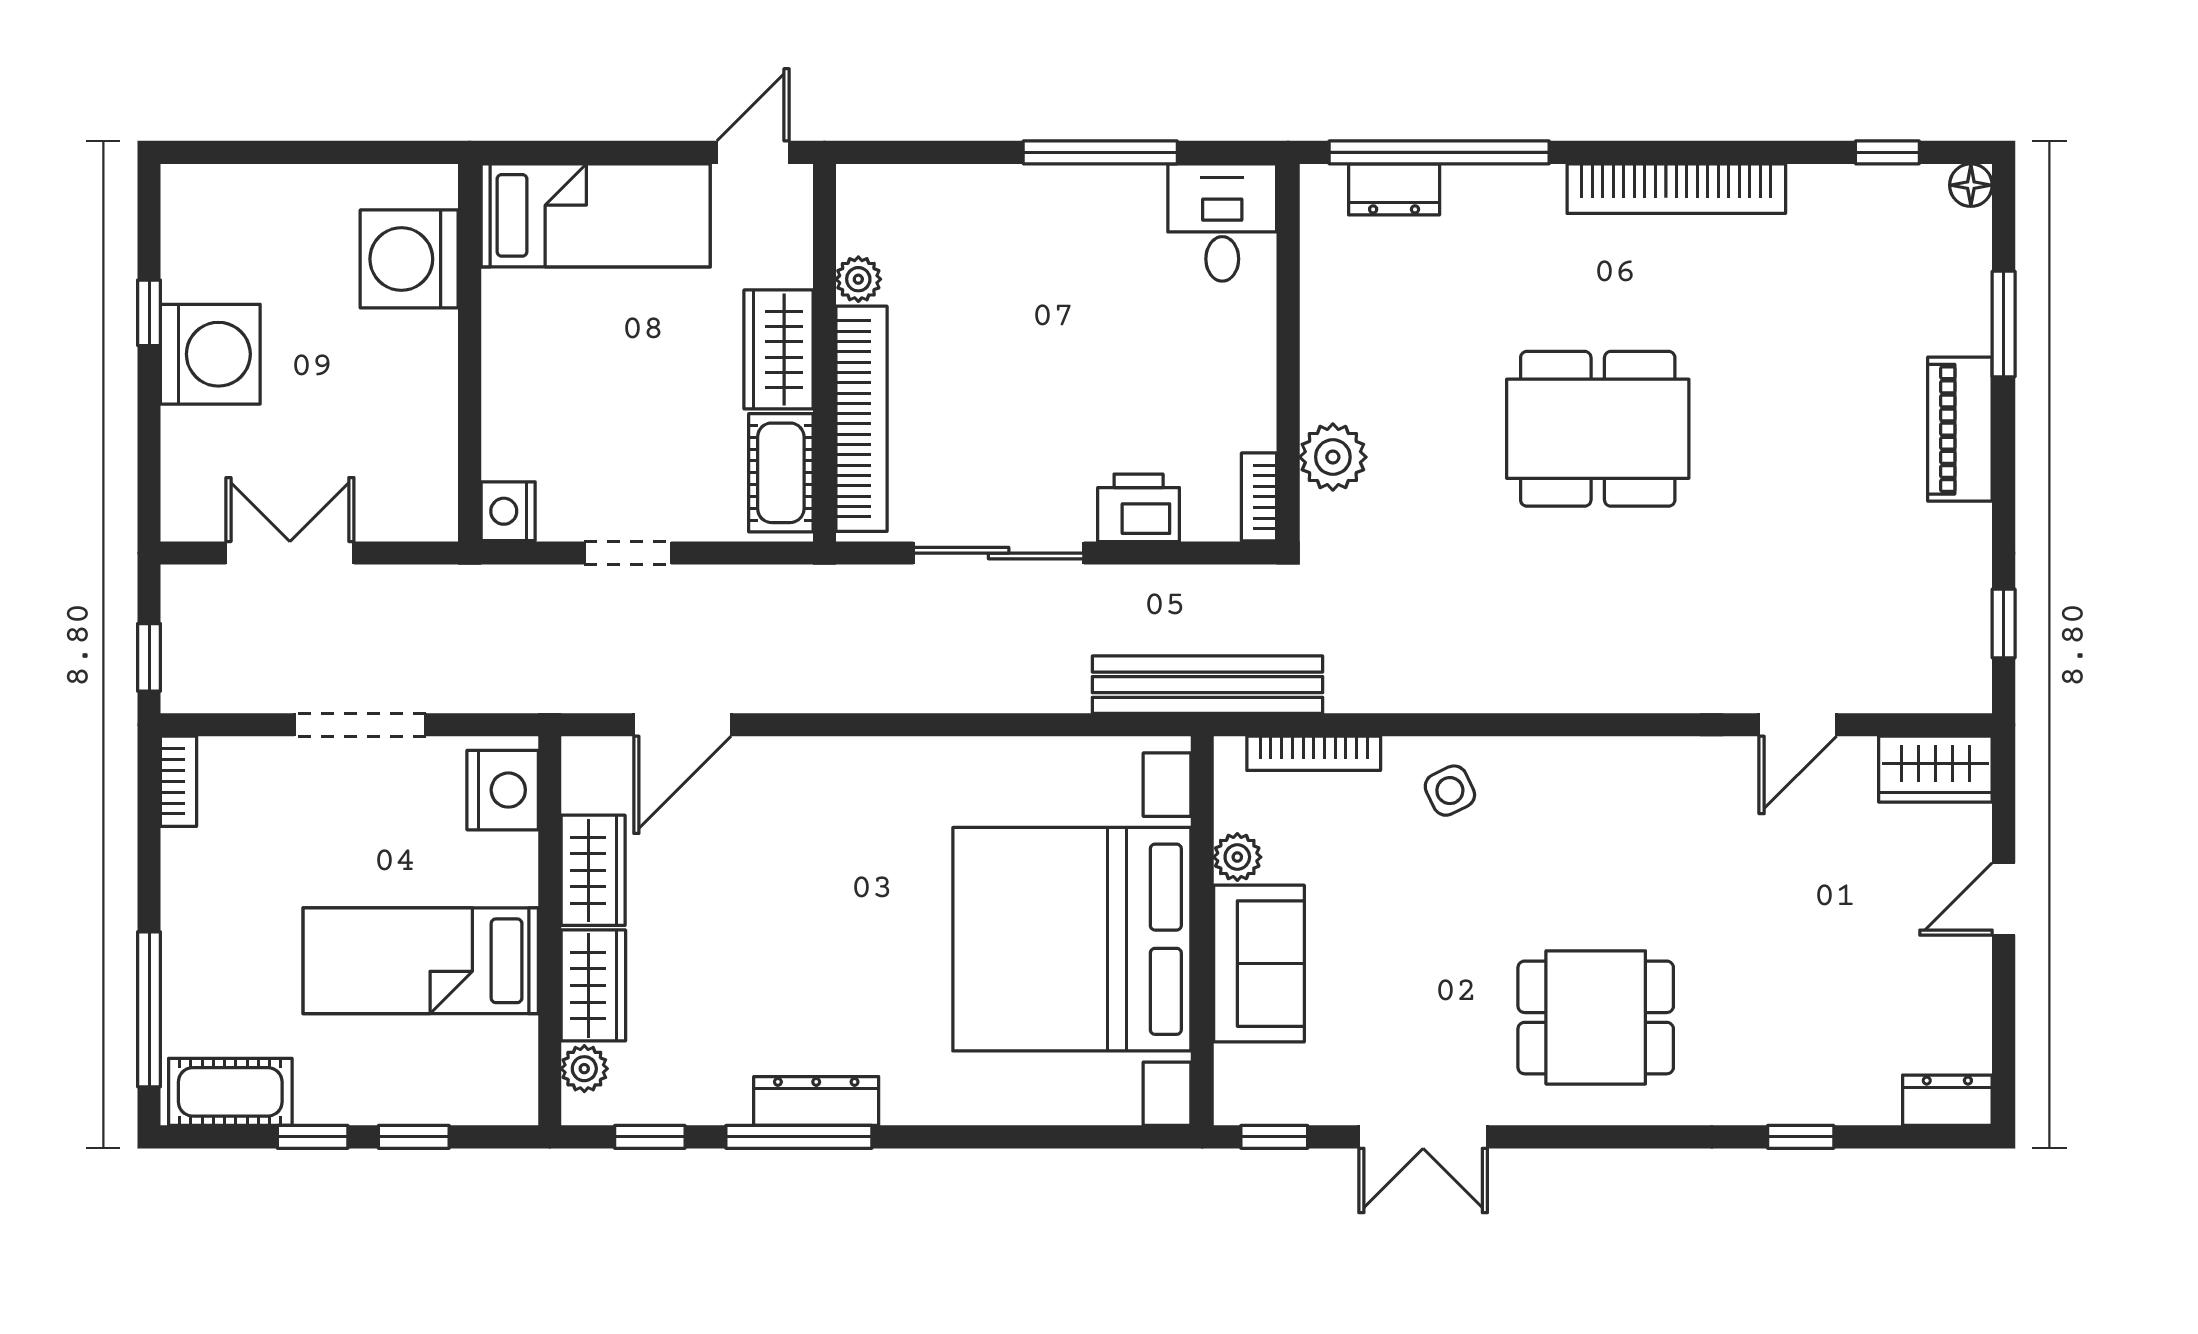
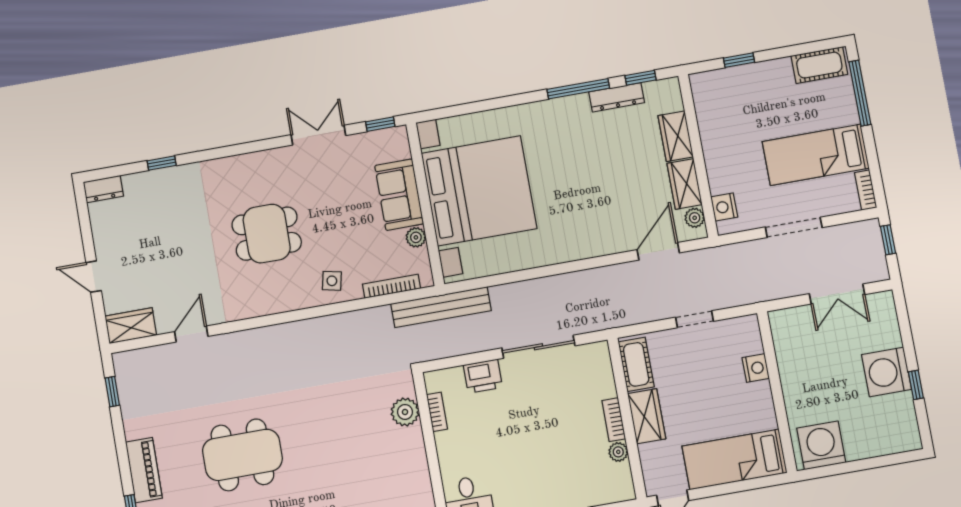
washing machine: (409, 259) -> (821, 445), moved, turned -90
bookcase: (861, 419) -> (614, 420), width x0.43, depth x0.76
dining table: (1598, 429) -> (242, 455), moved
bookcase: (1259, 497) -> (437, 412), moved
nightstand: (508, 511) -> (756, 368), moved
nightstand: (503, 790) -> (724, 207), width x0.74, depth x0.75
side table: (1450, 791) -> (332, 281), turned 38
door: (2004, 899) -> (94, 277), swing flipped
bed: (421, 961) -> (816, 155), moved, turned 180
dining table: (1596, 1017) -> (267, 234), moved
plant: (584, 1069) -> (695, 218), moved
dresser: (816, 1101) -> (617, 97), moved
window: (313, 1137) -> (781, 53), removed

